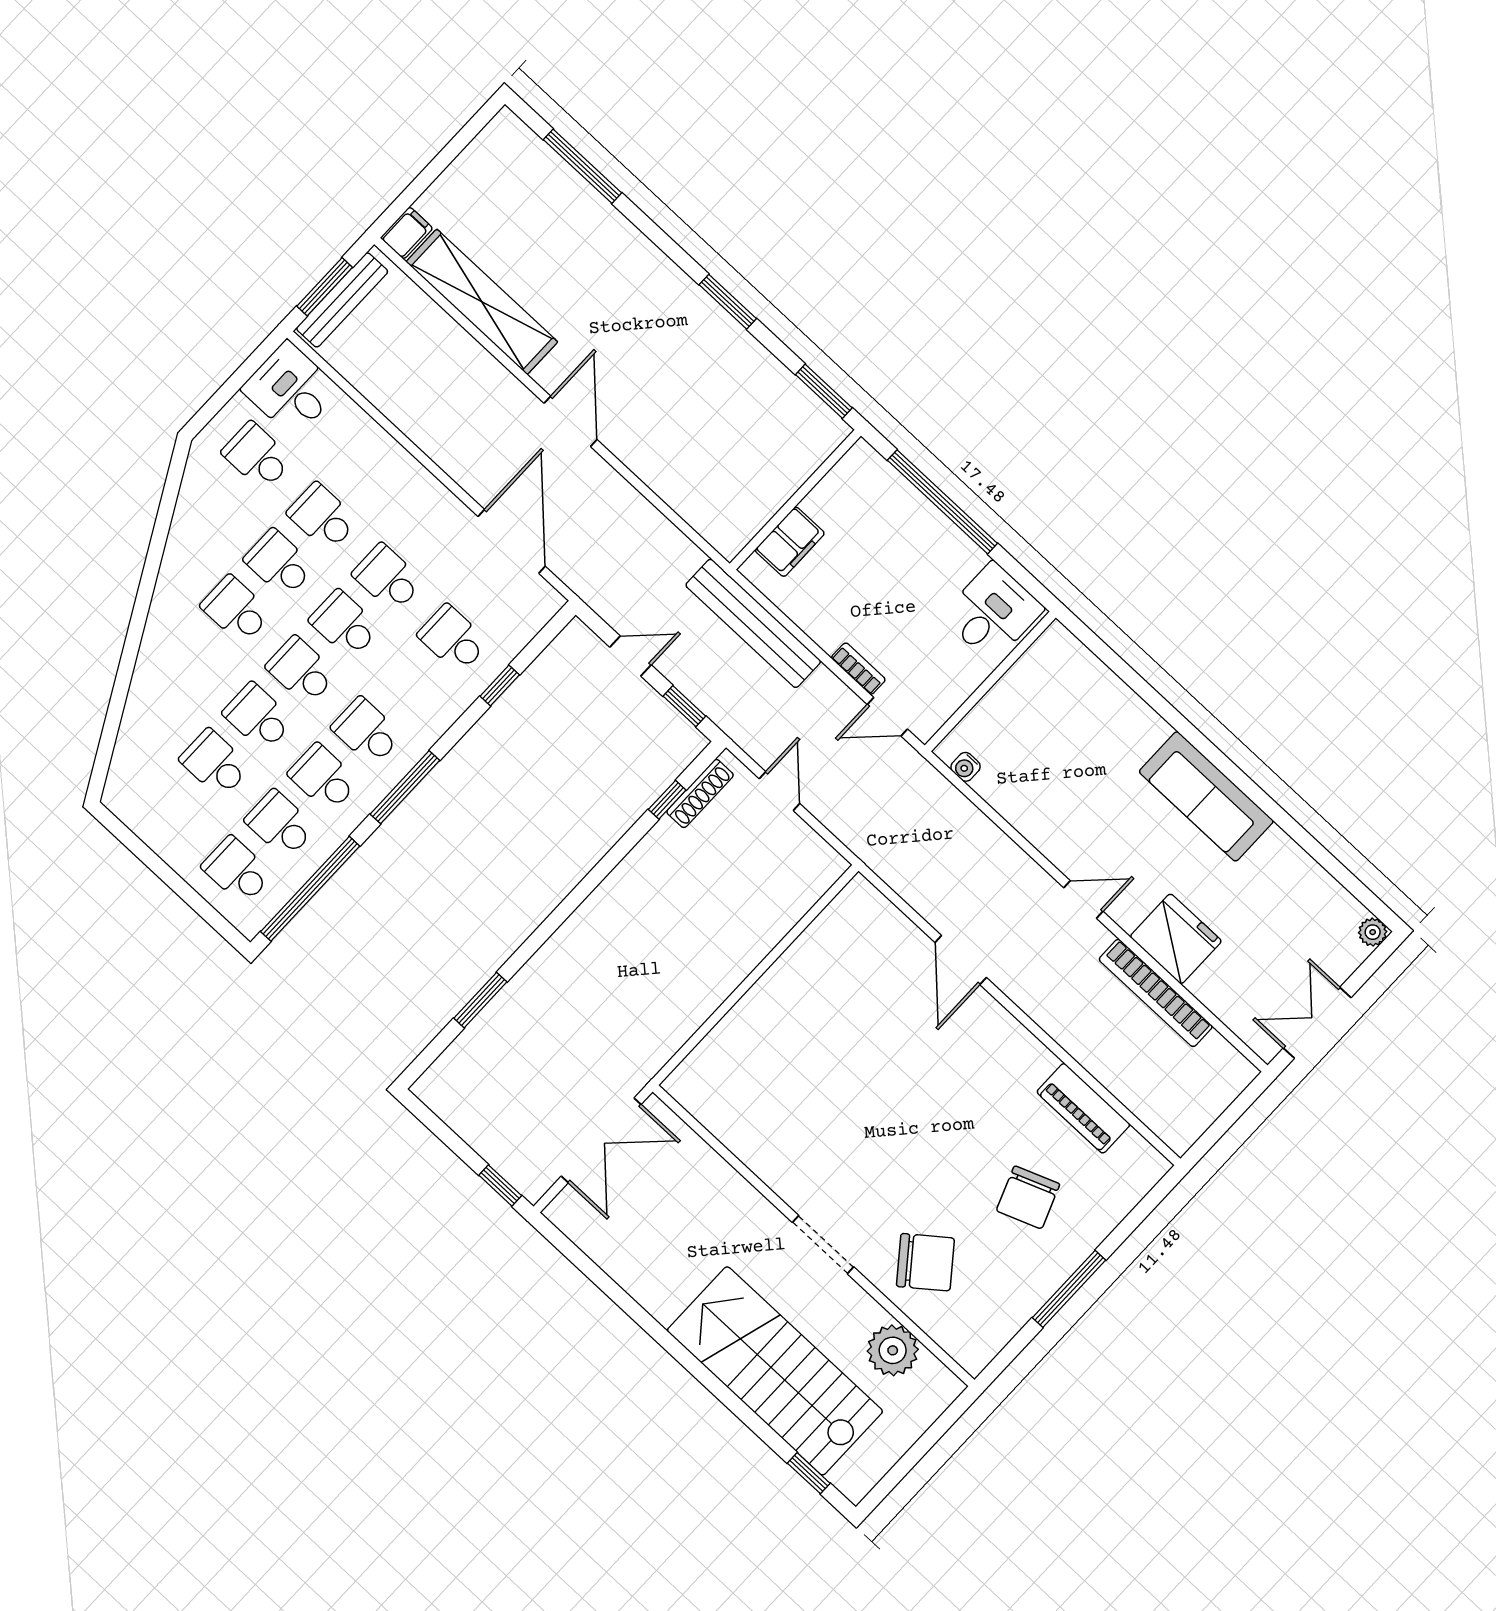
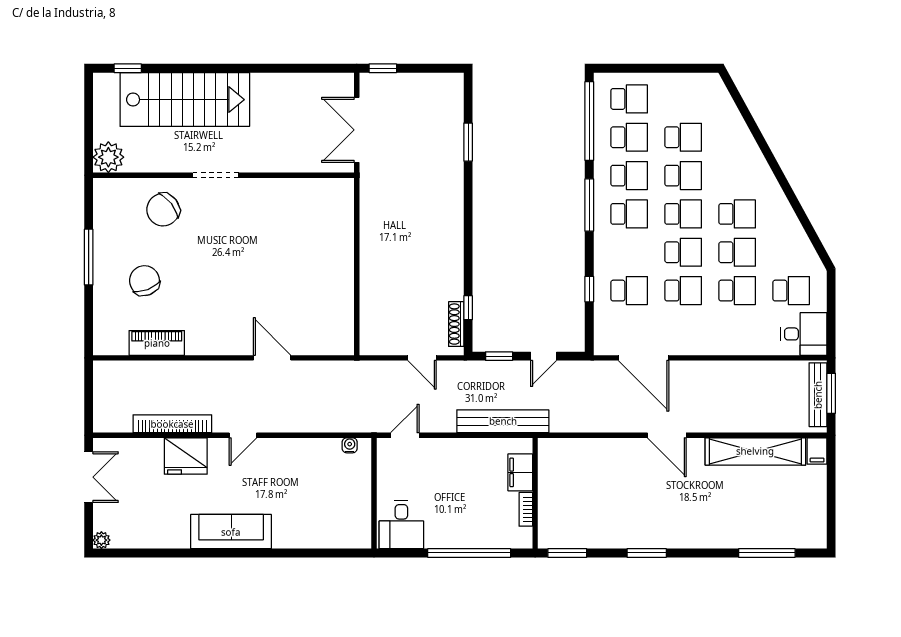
bookcase: (858, 669) -> (526, 509), moved, turned 90
plant: (893, 1350) -> (108, 157), moved

